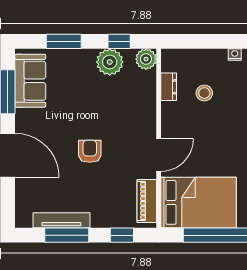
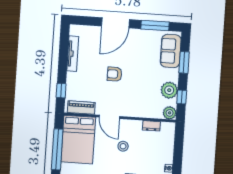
sofa: (30, 81) -> (171, 51), moved, turned 90
stool: (204, 93) -> (123, 146), moved
armchair: (90, 151) -> (115, 74), turned 180
window: (67, 235) -> (63, 56), removed

